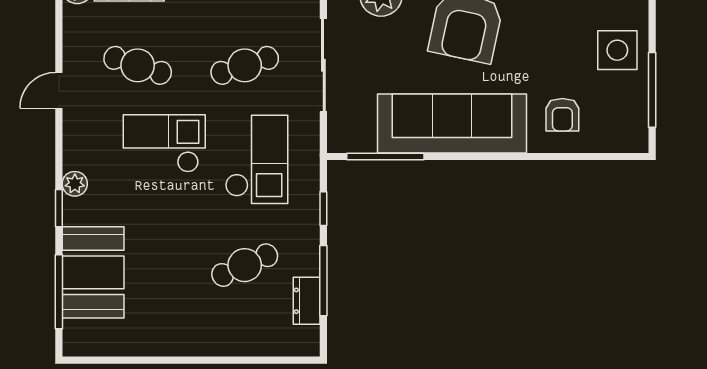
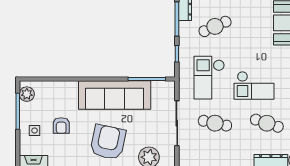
side table: (617, 50) -> (35, 131), width x0.54, depth x0.54
cafe table: (245, 65) -> (215, 123), turned 30
armchair: (562, 115) -> (61, 125), moved, turned 180
plant: (633, 126) -> (27, 94), added

